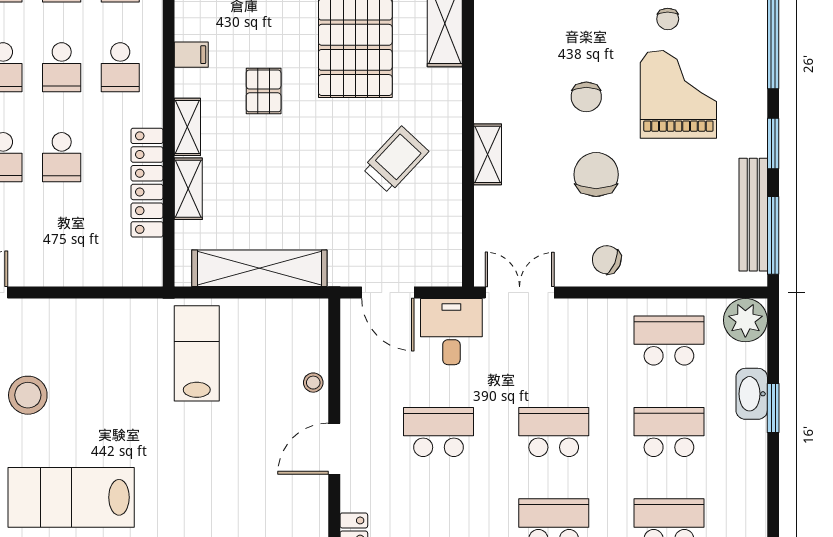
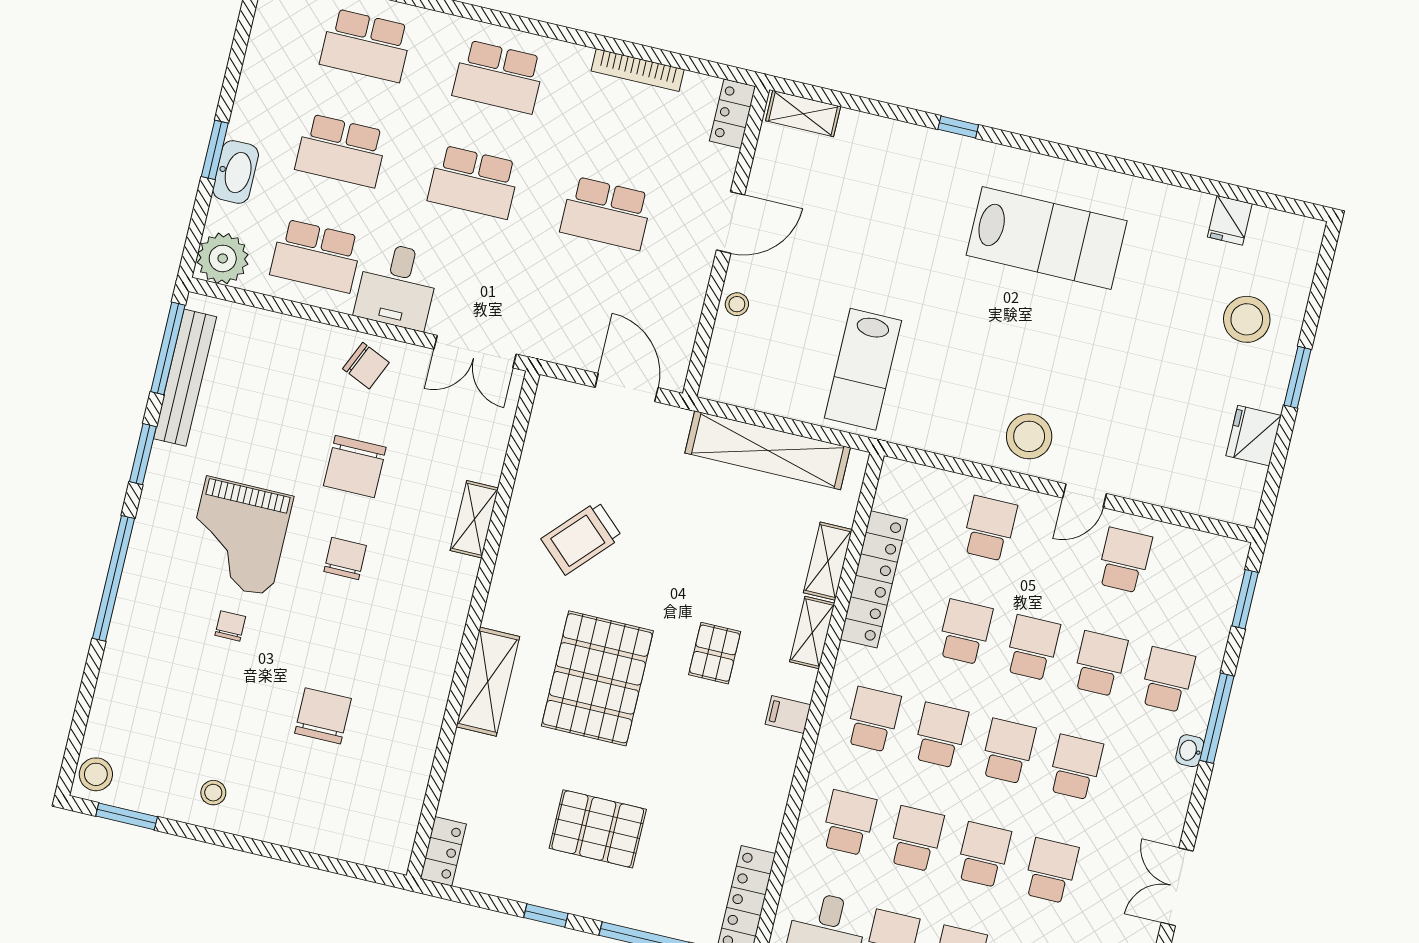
school desk: (62, 247) -> (989, 528), added
desk: (451, 332) -> (397, 286), moved
stool: (28, 395) -> (1029, 436), moved

